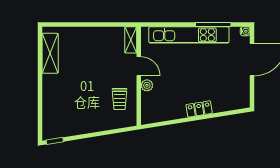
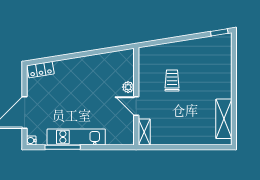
kitchen unit: (189, 35) -> (76, 137), width x0.73
trolley: (120, 99) -> (172, 81), moved
locker: (199, 109) -> (41, 70), moved

